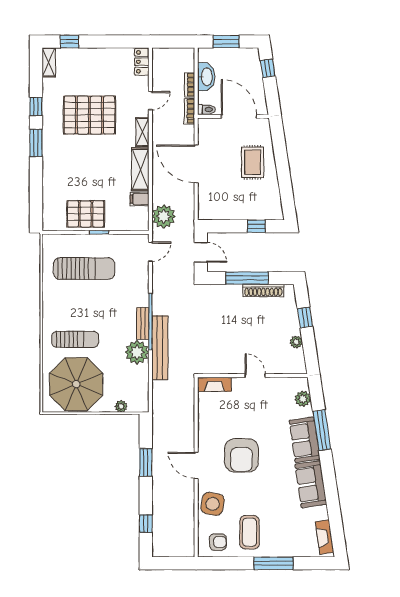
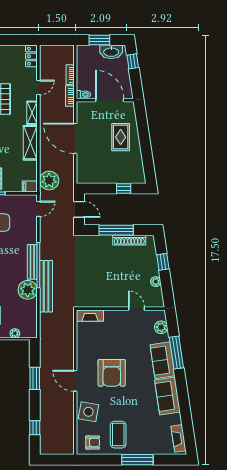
washbasin: (206, 77) -> (111, 52), moved, turned 90
filing cabinet: (140, 199) -> (30, 187), moved
bench: (143, 323) -> (32, 262), width x1.36
door: (255, 376) -> (136, 309), moved

